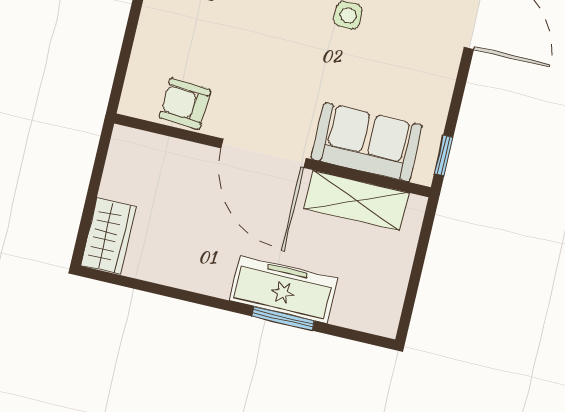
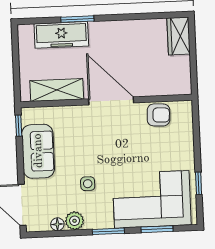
sofa: (367, 142) -> (38, 151), moved, turned -90
freezer: (284, 289) -> (61, 35), moved

